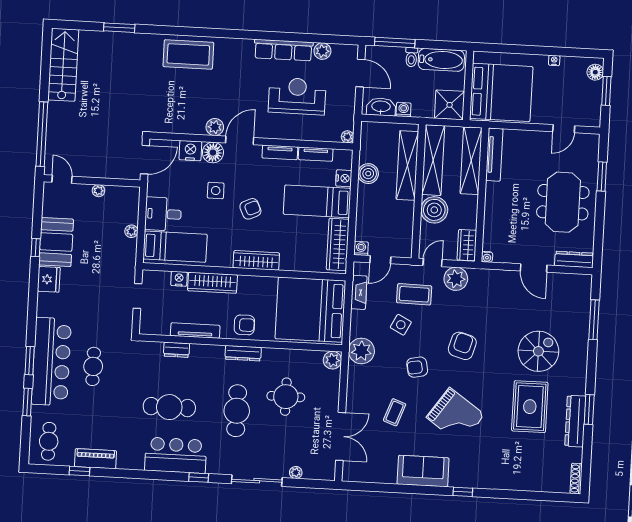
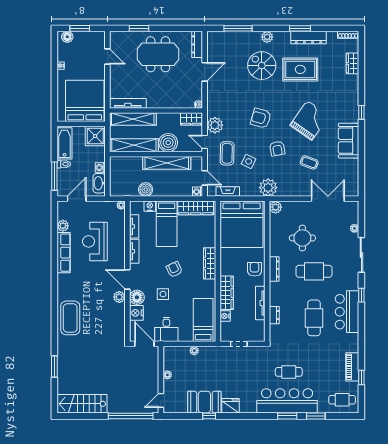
shelving: (407, 165) -> (167, 163), moved
desk: (163, 214) -> (166, 329), moved
plant: (579, 361) -> (267, 37), added
wardrobe: (534, 483) -> (353, 63), added

